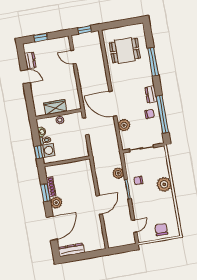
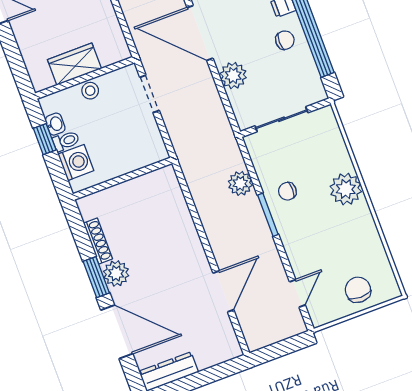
window: (38, 152) -> (45, 139), moved
window: (46, 193) -> (96, 277), moved
door: (99, 205) -> (223, 291), moved
door: (52, 228) -> (117, 332), hinge flipped

